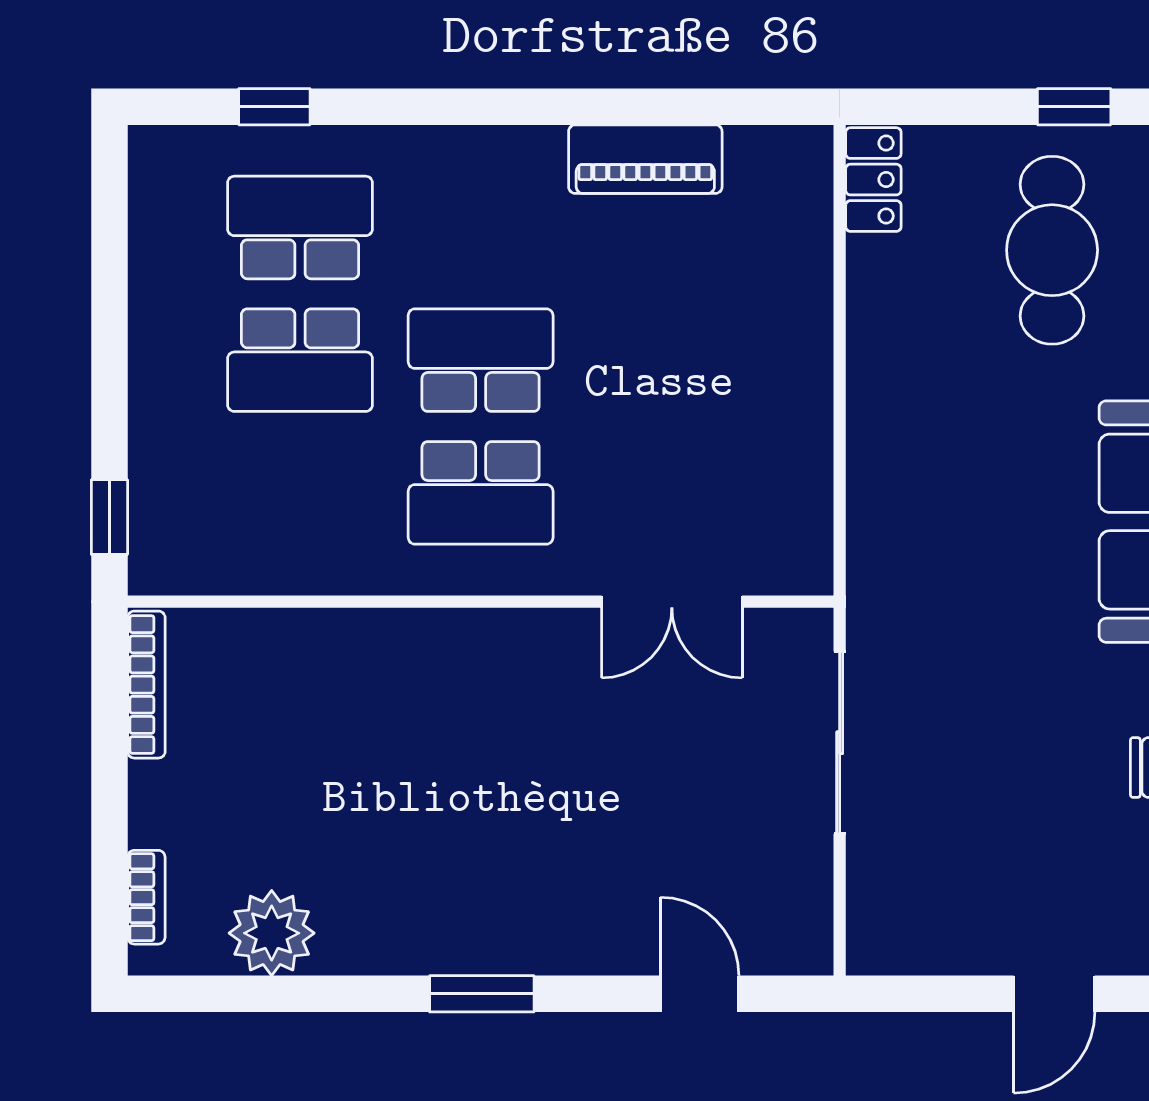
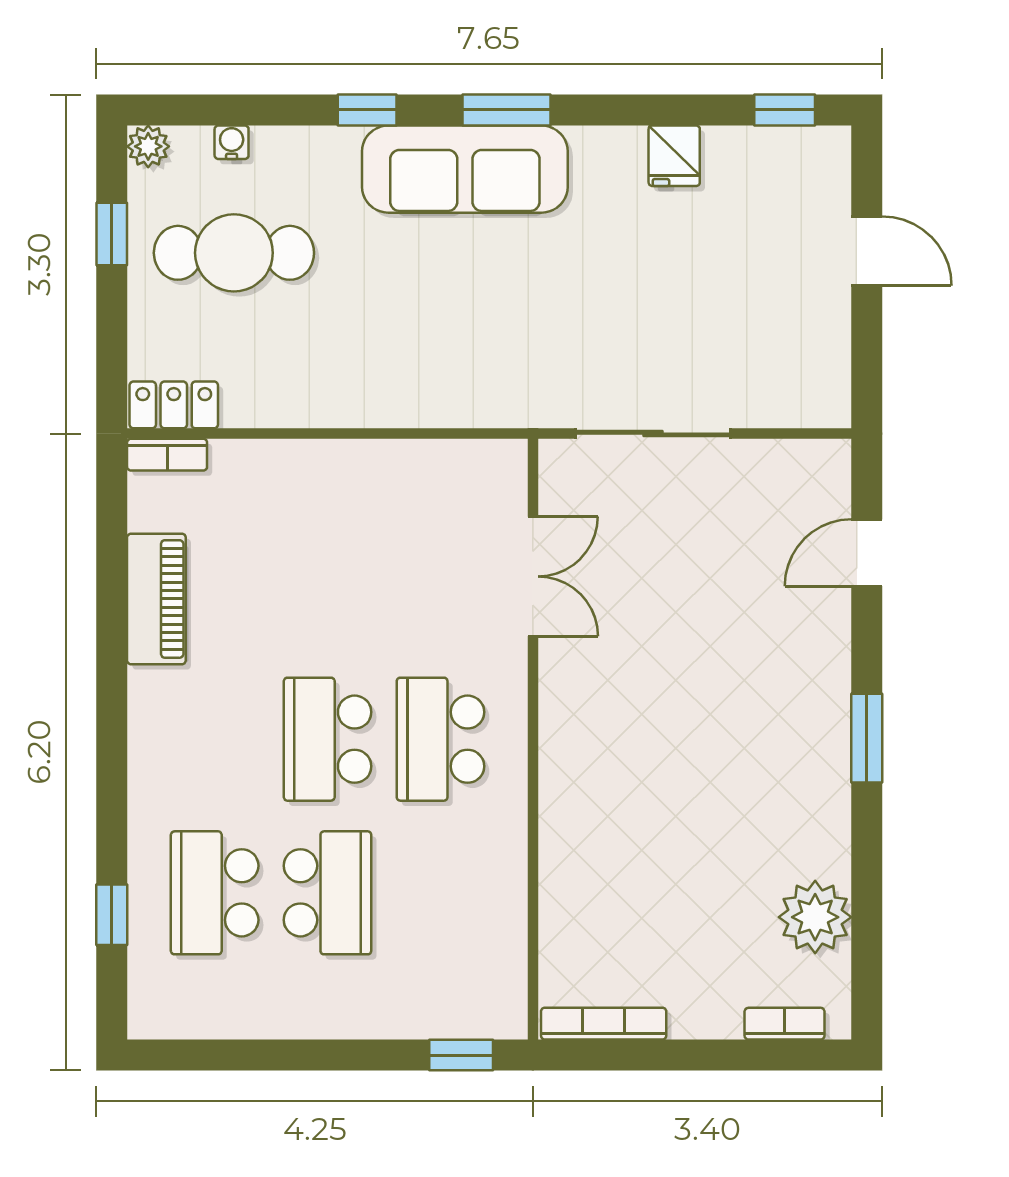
bookcase: (815, 172) -> (167, 455), added
school desk: (481, 493) -> (440, 739), turned 180

